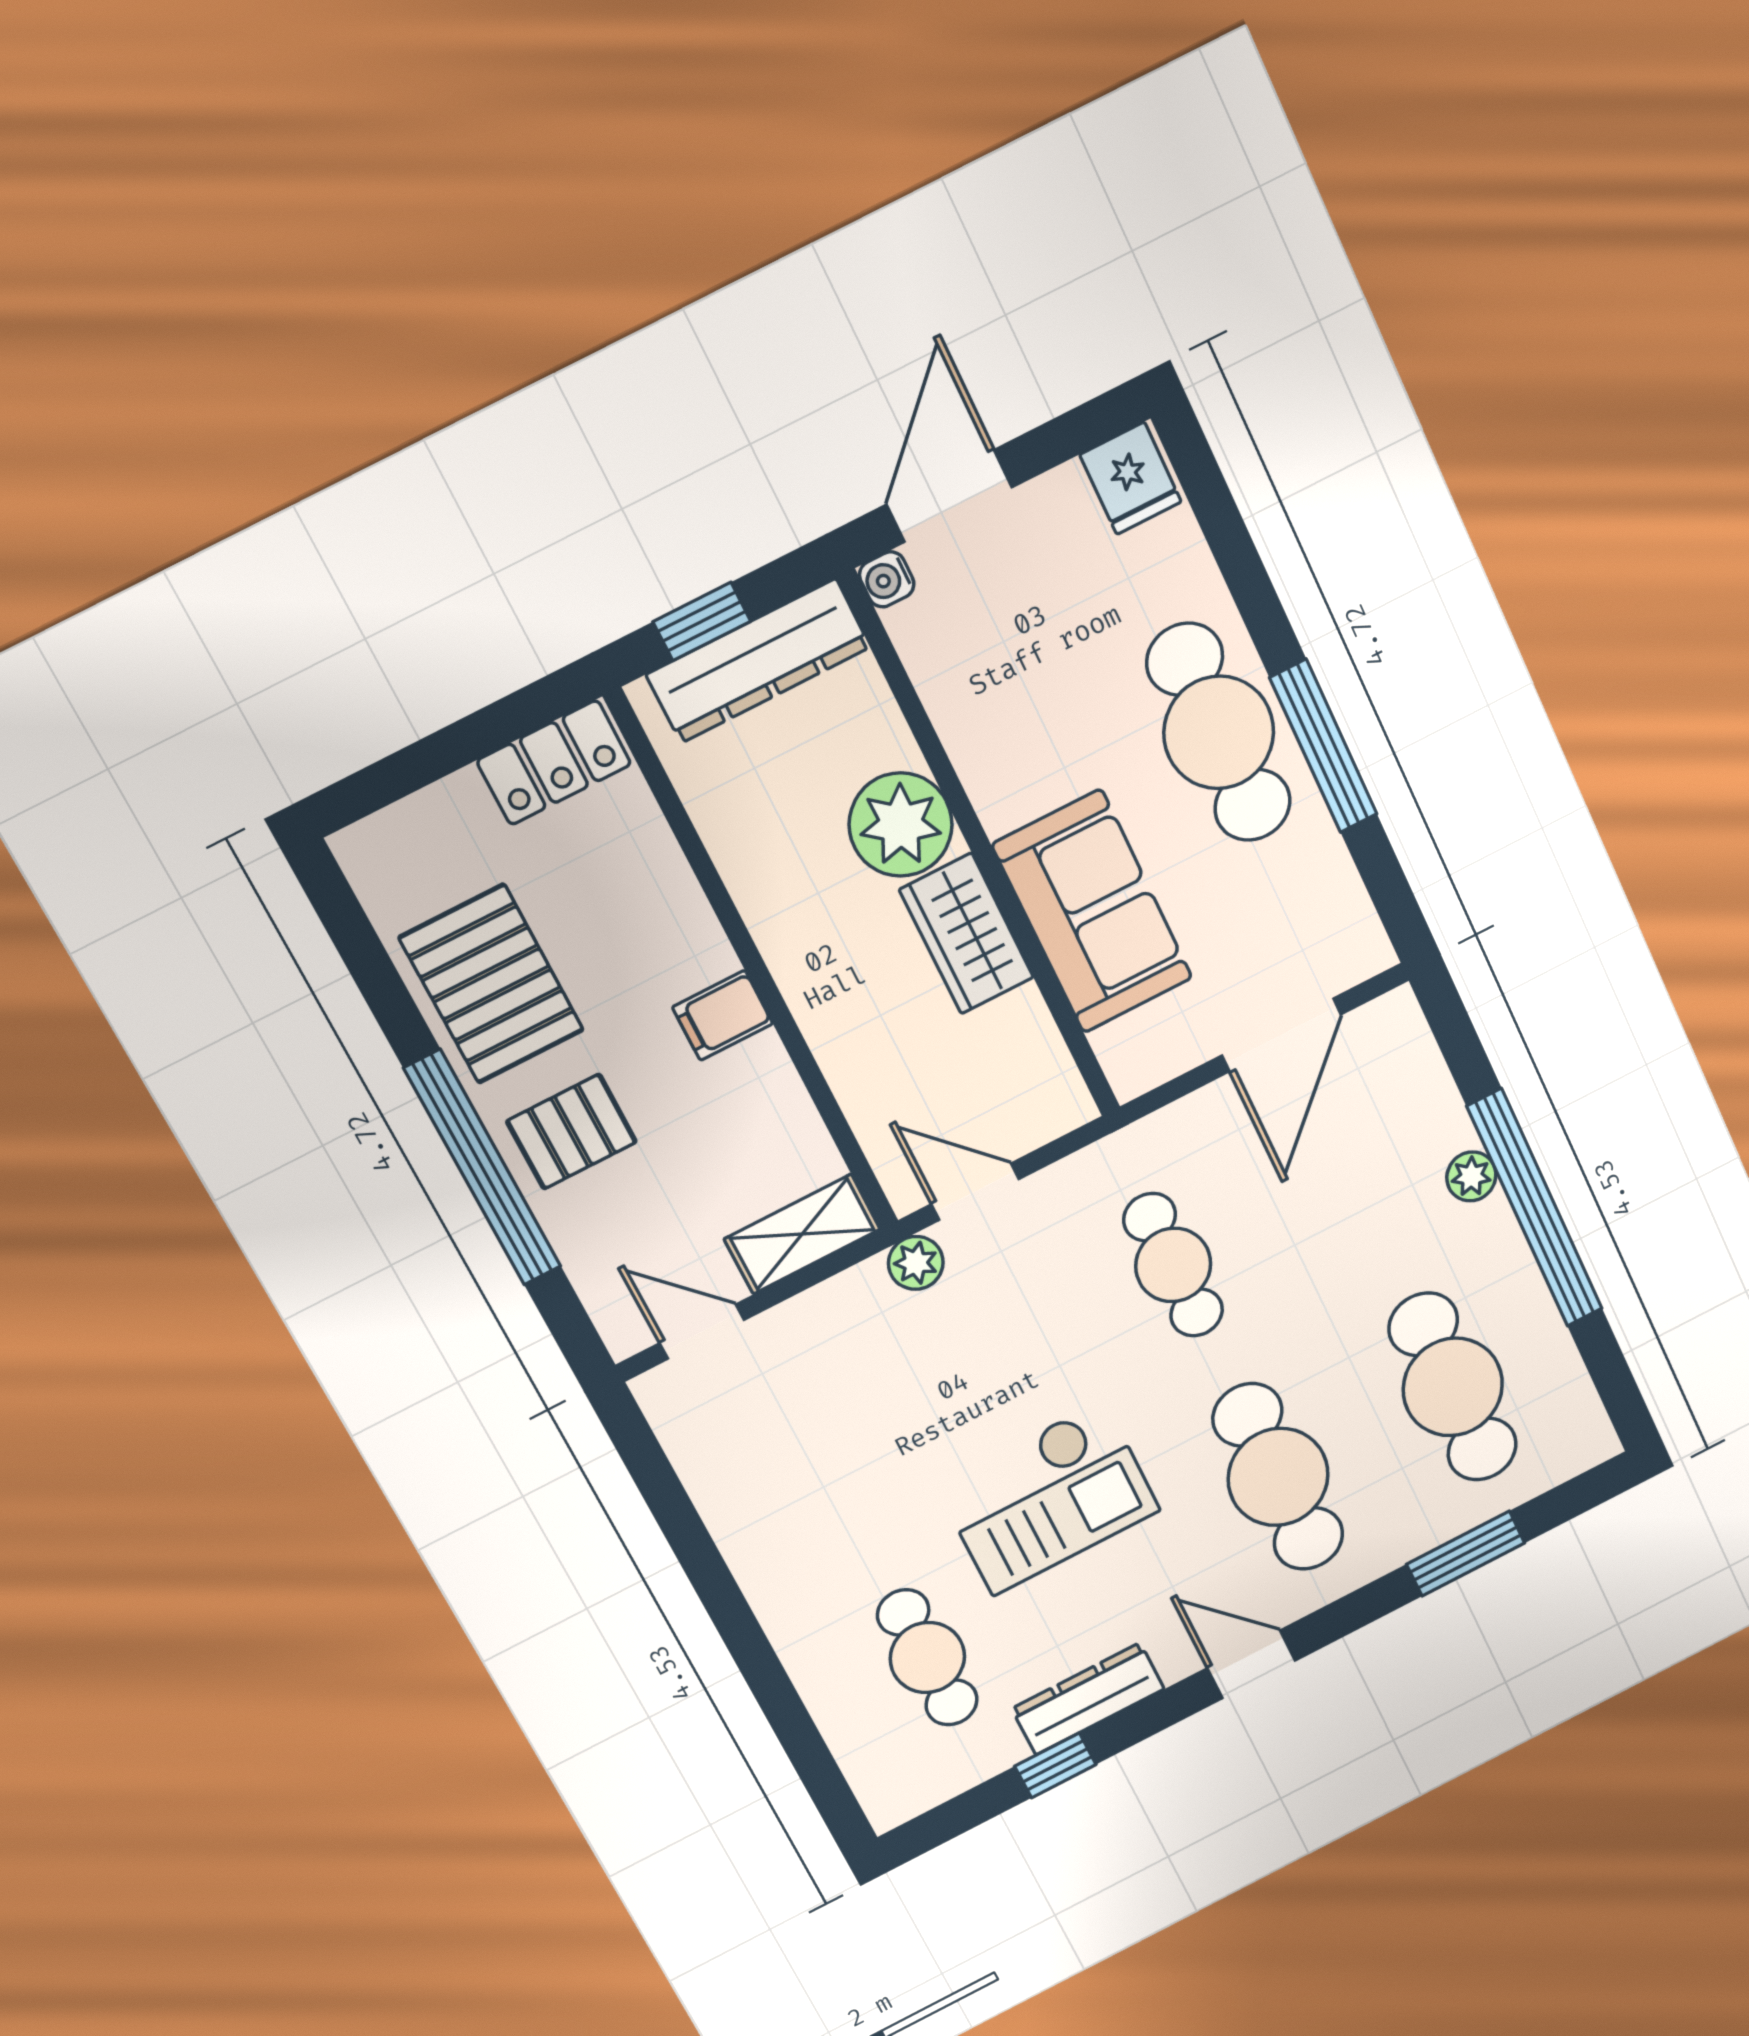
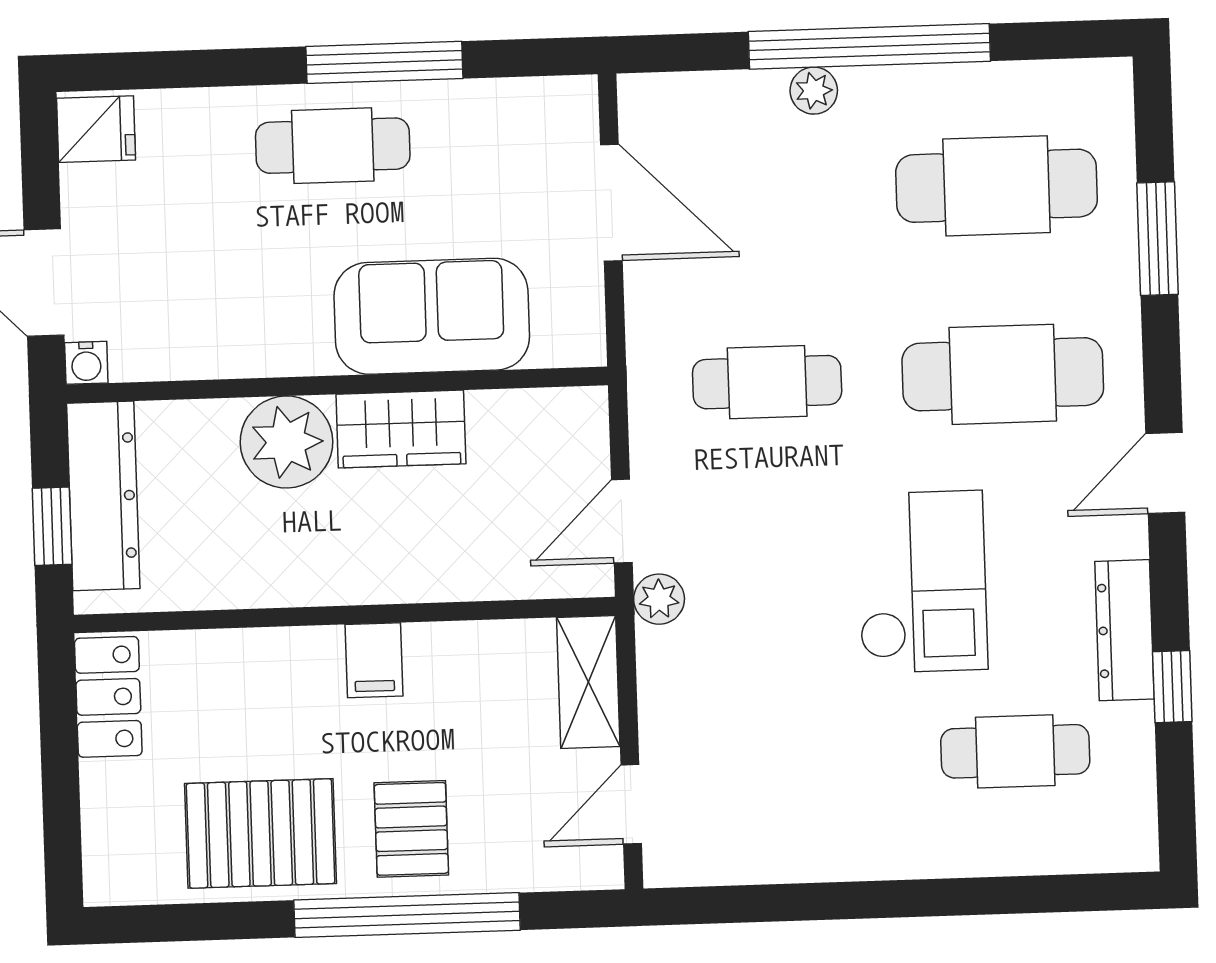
cafe table: (1219, 732) -> (333, 146), width x0.73, depth x0.74

